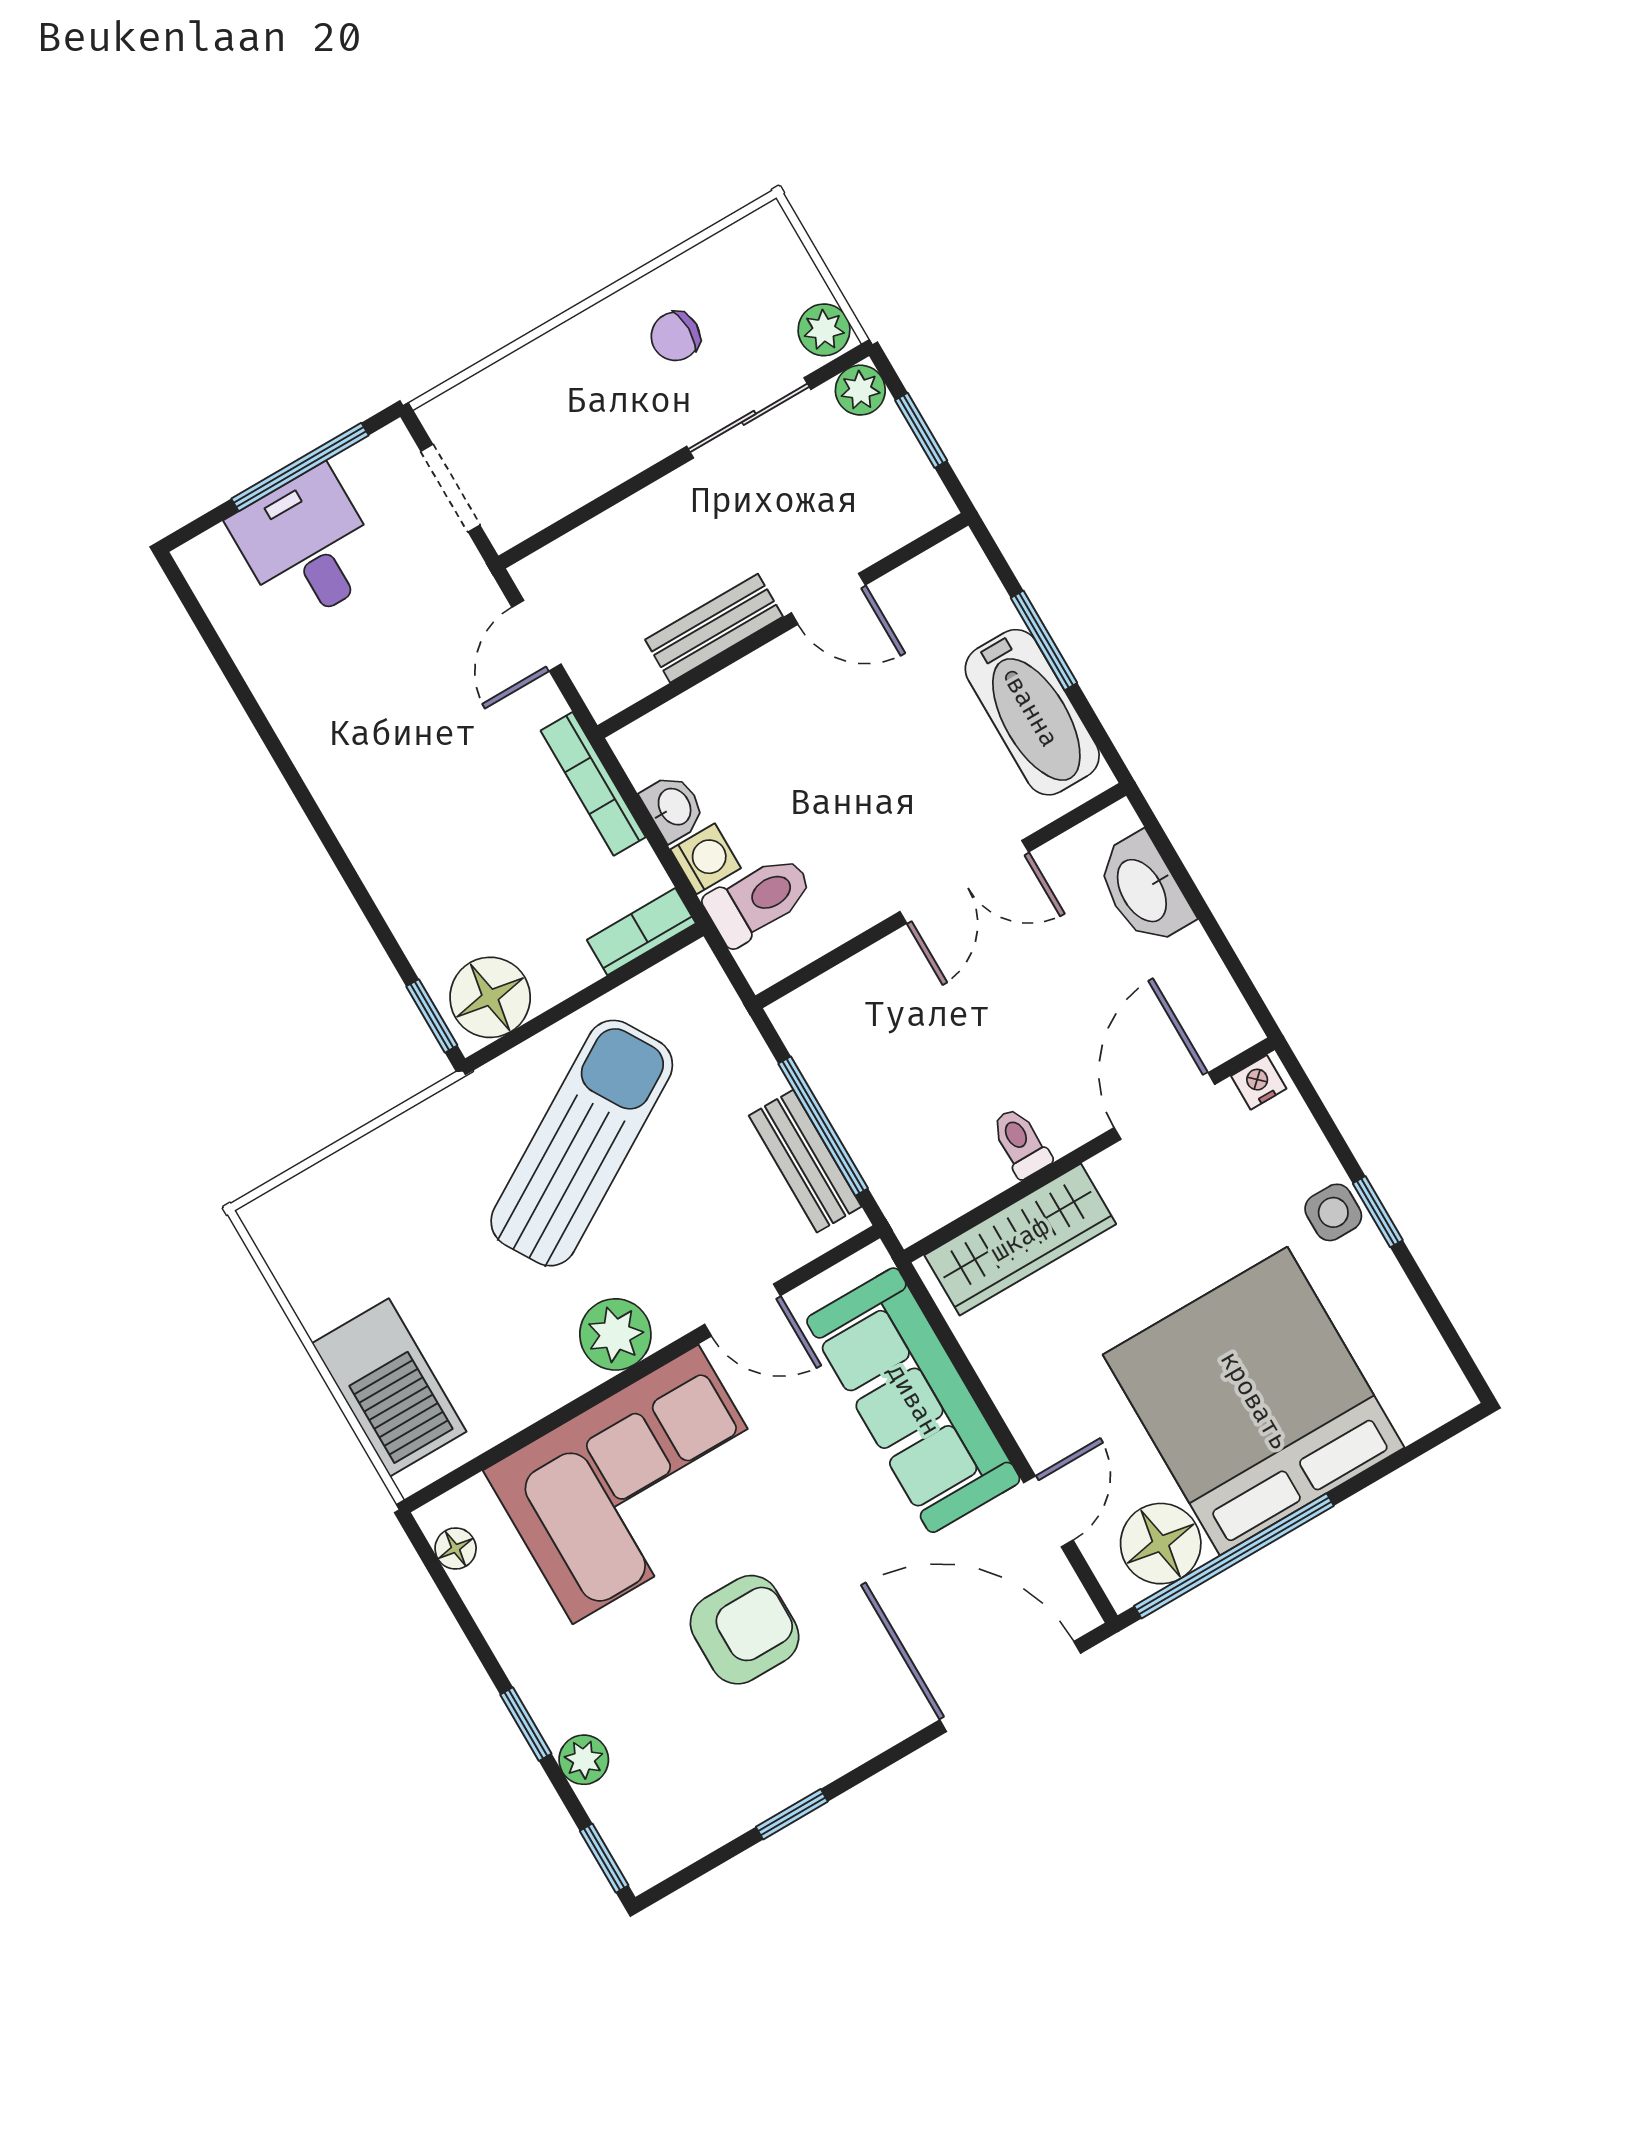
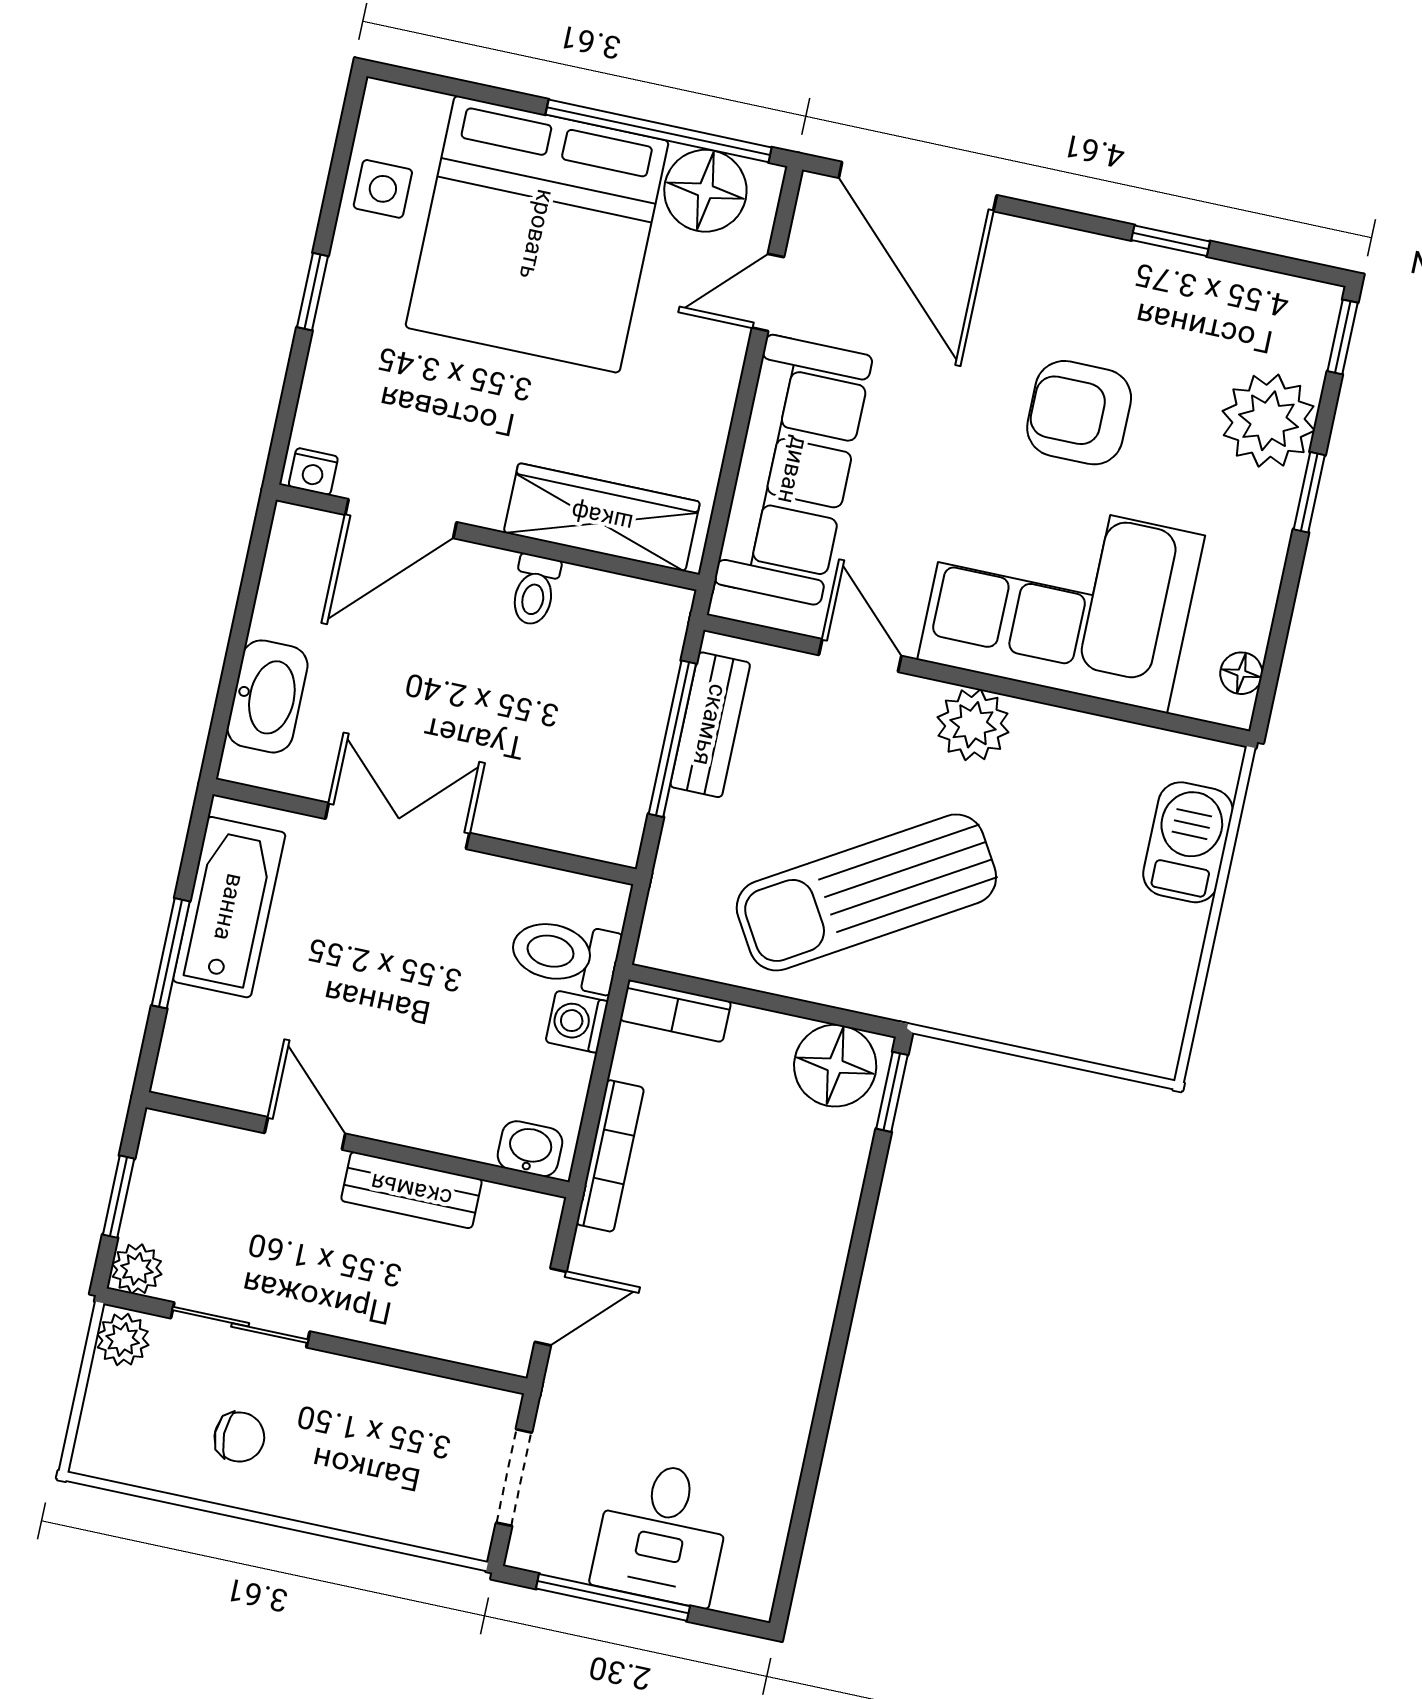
washbasin: (673, 807) -> (530, 1149), moved, turned 90
side table: (1333, 1212) -> (383, 189), moved
barbecue: (389, 1387) -> (1188, 842), width x0.73, depth x0.83
plant: (584, 1760) -> (1269, 421), width x1.88, depth x1.88

